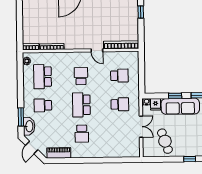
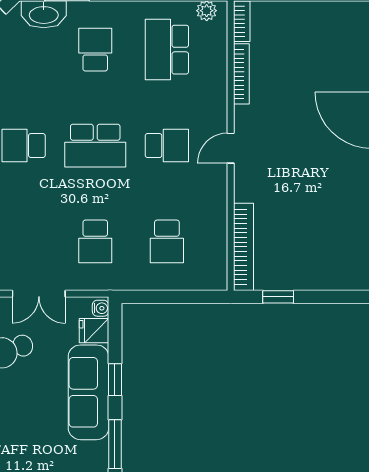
window: (141, 12) -> (278, 297), moved
door: (97, 50) -> (231, 148), moved
school desk: (43, 77) -> (167, 50), turned -90
school desk: (81, 105) -> (95, 146), turned 180

